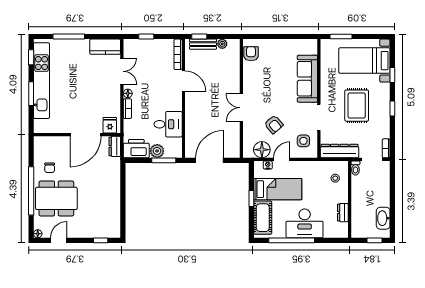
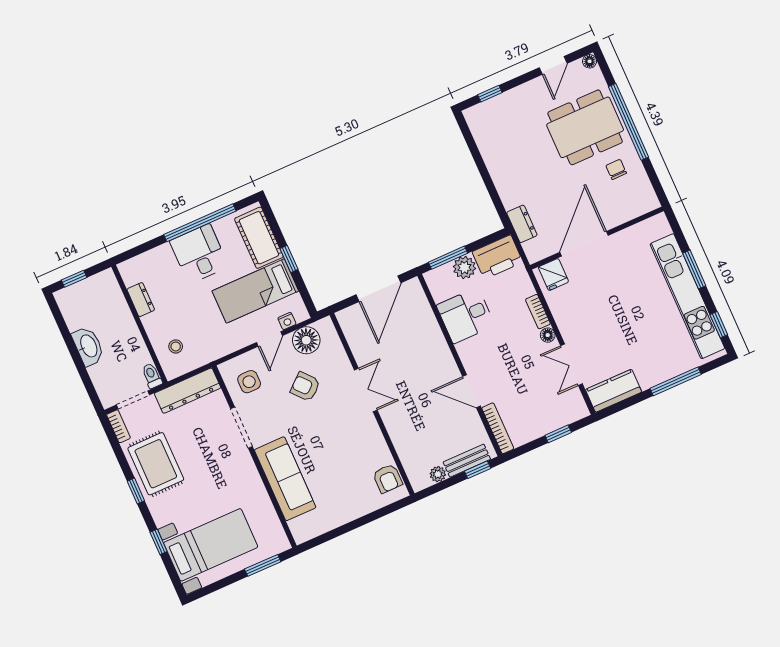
rug: (357, 106) -> (156, 464), moved
dresser: (115, 146) -> (522, 224), moved
washbasin: (383, 218) -> (88, 346), moved
desk: (305, 223) -> (199, 254), width x0.73

